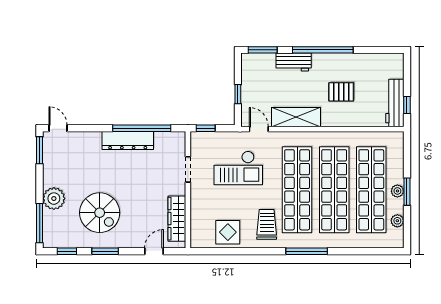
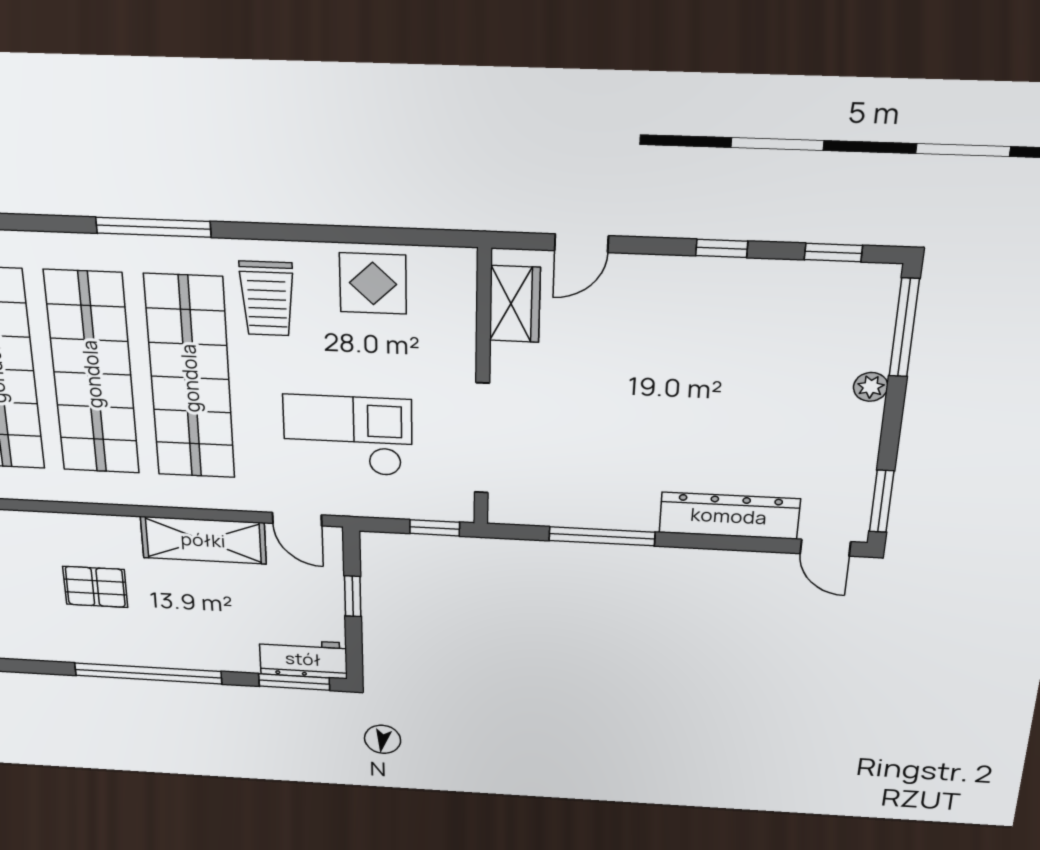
workbench: (294, 62) -> (303, 659), moved
window: (142, 128) -> (602, 536), width x0.68
dresser: (128, 141) -> (729, 516), moved
doorway: (188, 169) -> (482, 438), width x1.88
plant: (54, 199) -> (871, 387), width x0.53, depth x0.53
spiral stairs: (100, 213) -> (730, 346), removed
wardrobe: (177, 219) -> (515, 304), width x0.67
window: (105, 251) -> (722, 248), width x0.67

